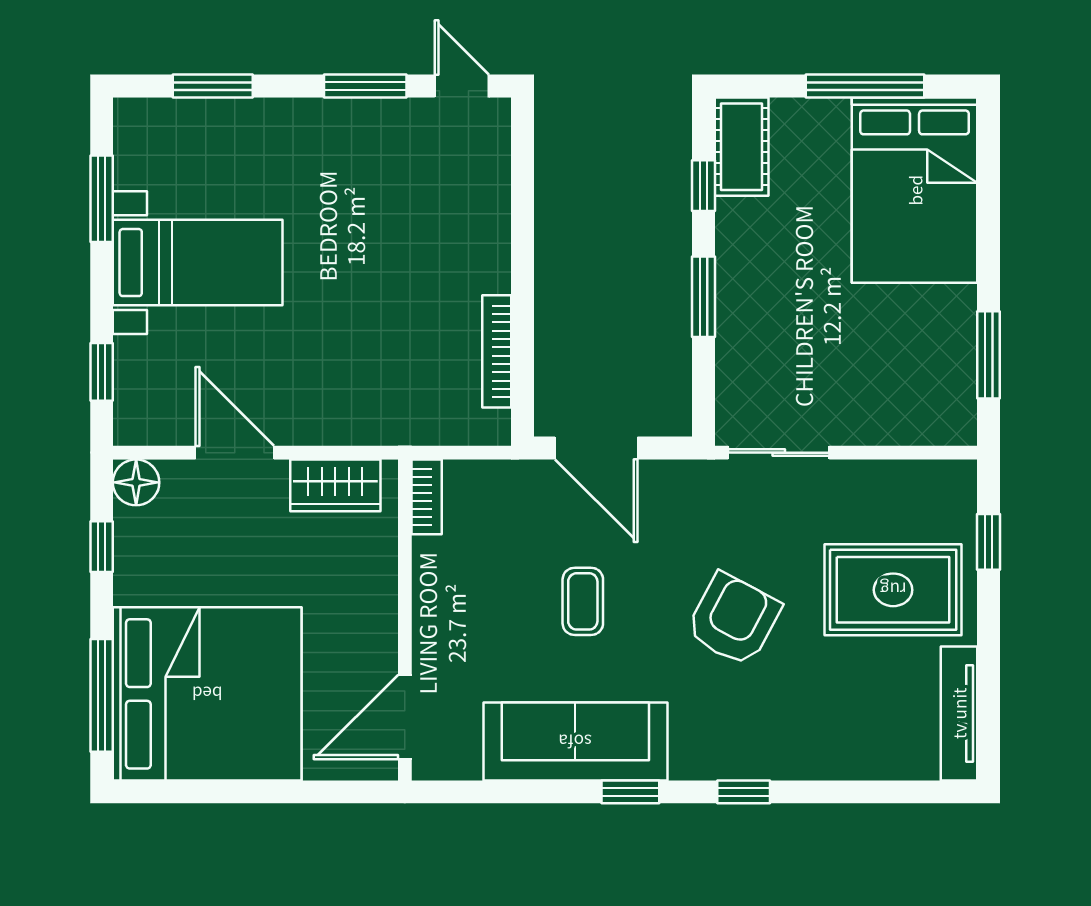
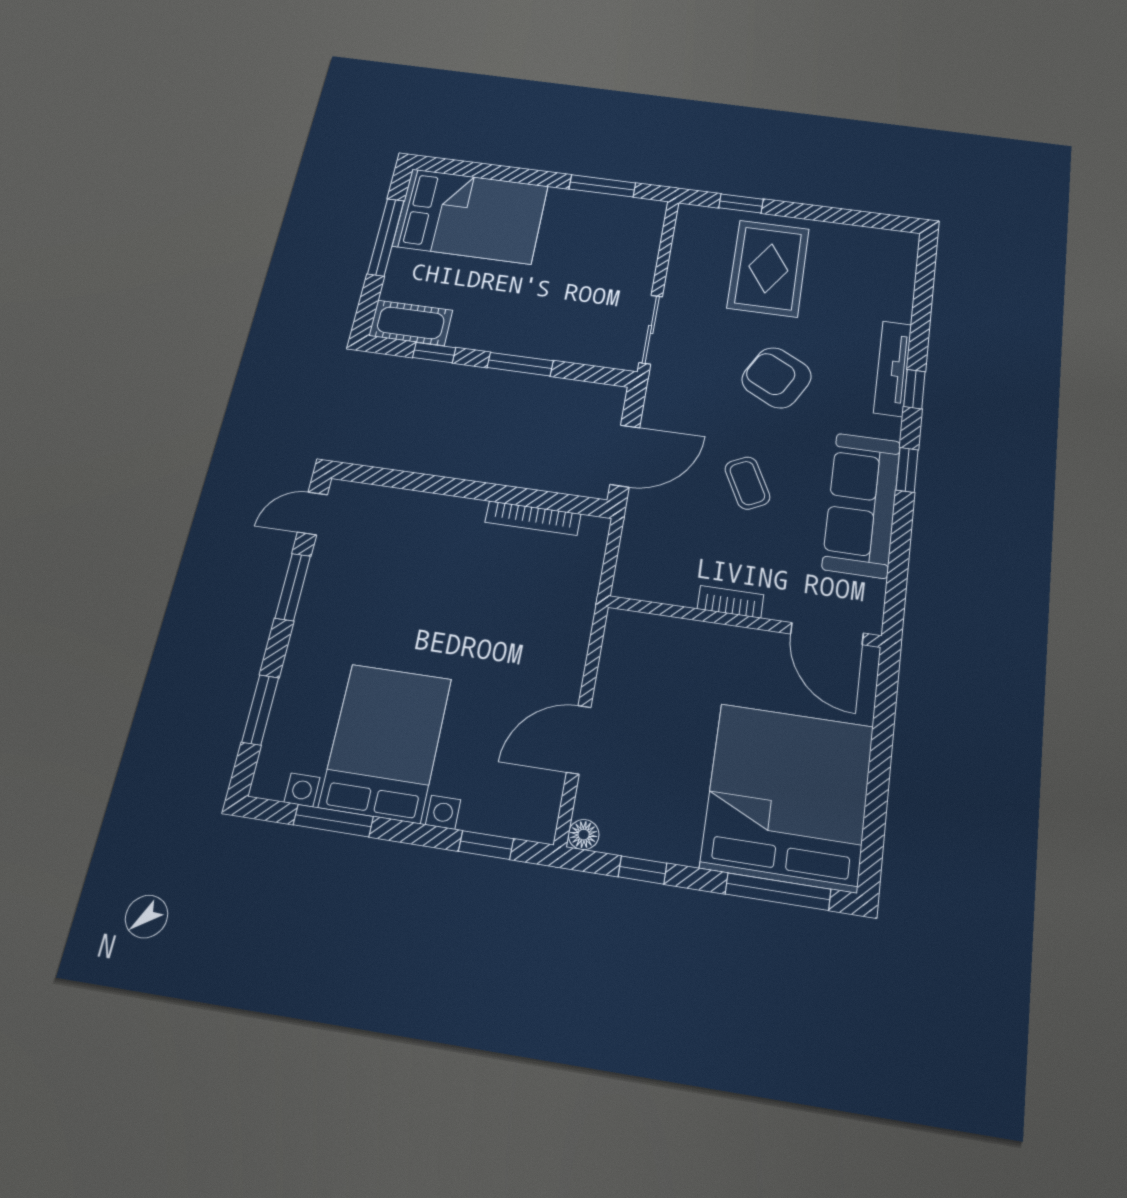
bed with nightstands: (198, 263) -> (386, 743), width x1.36
floor lamp: (136, 482) -> (584, 835), width x0.73, depth x0.73
wardrobe: (335, 485) -> (621, 660), removed
bookcase: (427, 497) -> (731, 602), moved
coffee table: (583, 601) -> (747, 483), turned 63
tv unit: (959, 713) -> (893, 368), moved, turned 90

